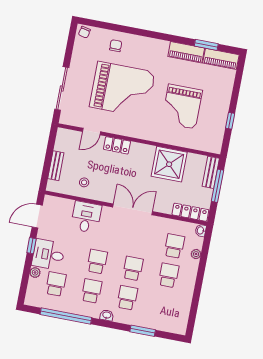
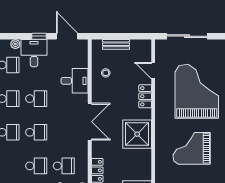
grand piano: (122, 90) -> (197, 91), turned 180
shower: (169, 164) -> (137, 134), moved

